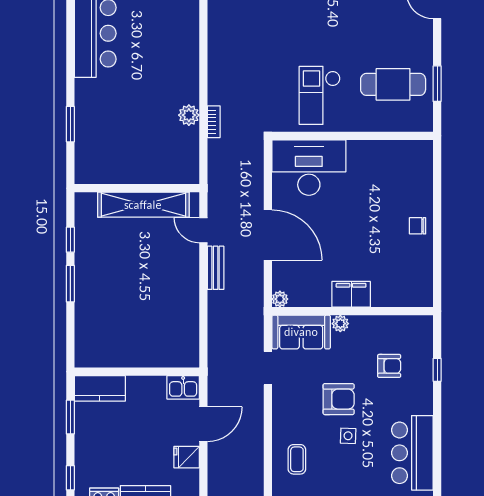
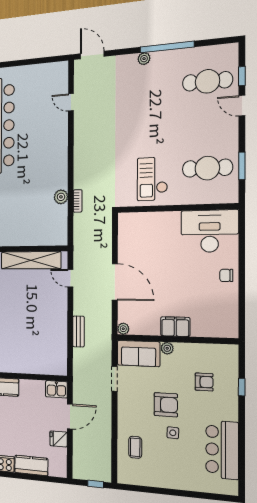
desk: (309, 168) -> (210, 231), moved
bench: (216, 268) -> (78, 331), moved

